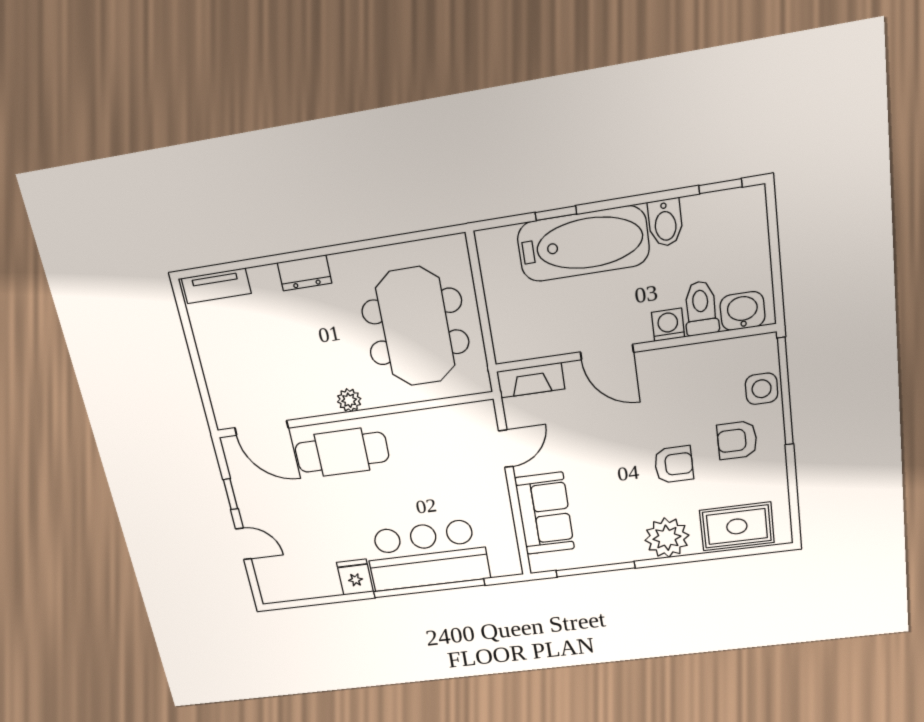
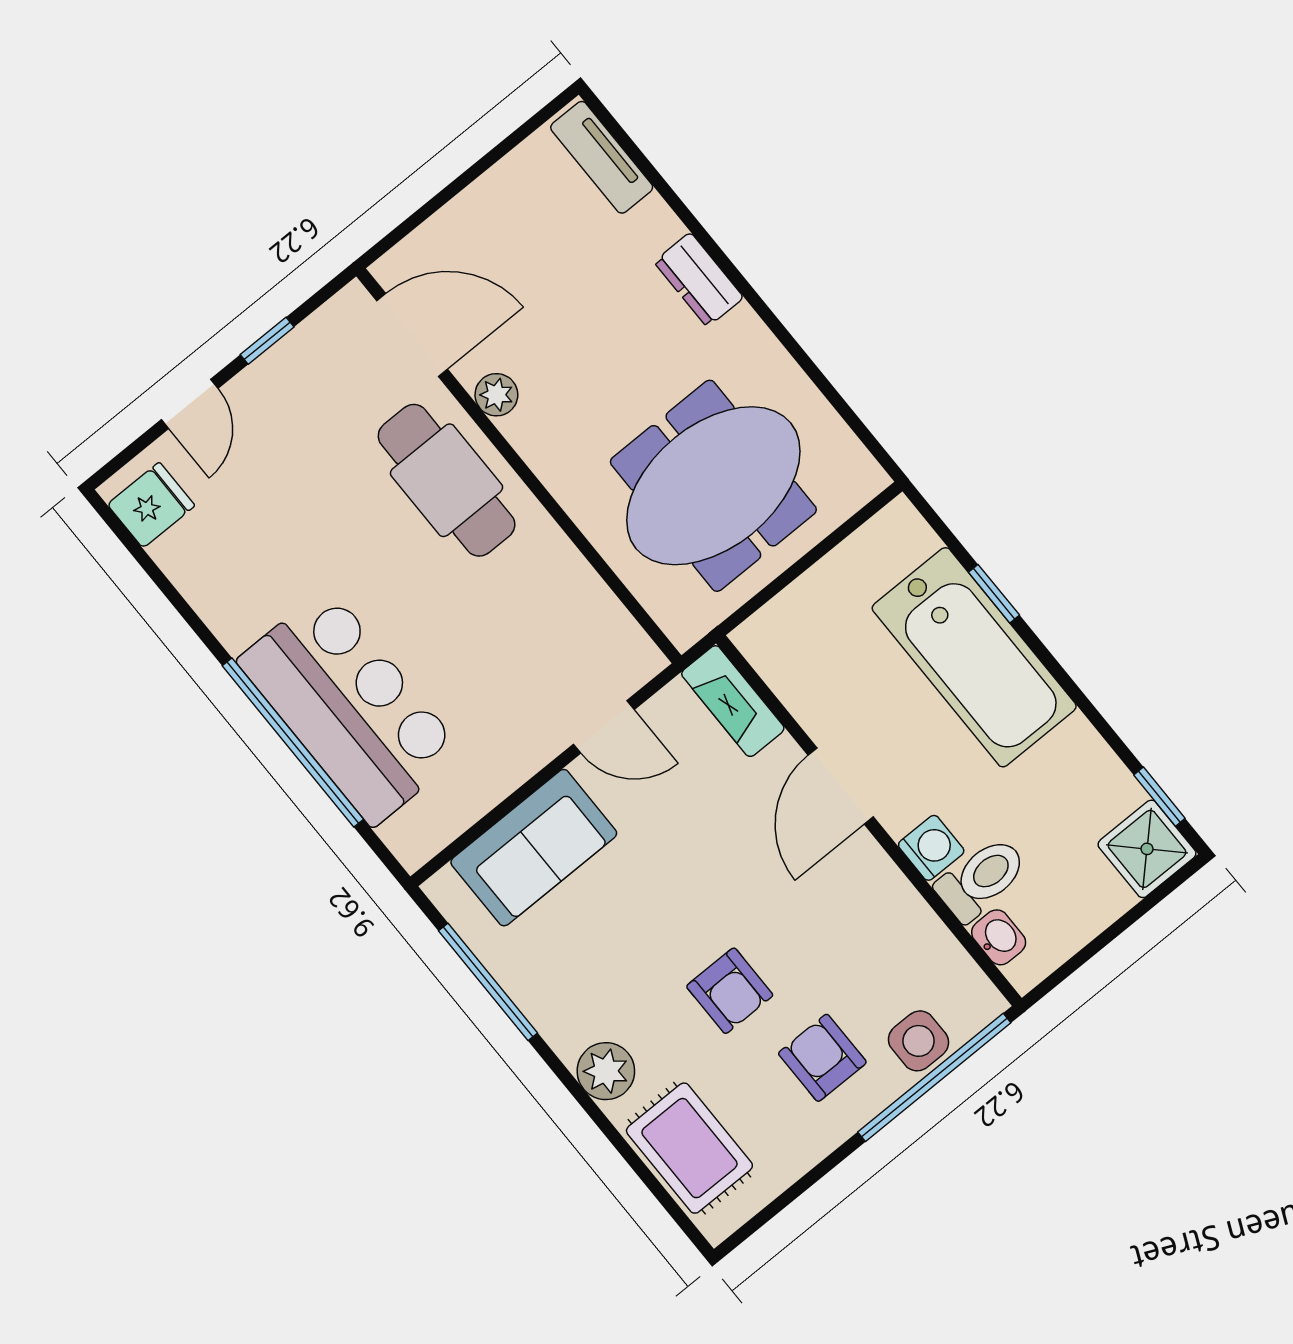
shower: (744, 210) -> (1147, 849), added
bidet: (665, 223) -> (1069, 753), removed
washbasin: (743, 311) -> (999, 937), width x0.72, depth x0.69
plant: (349, 400) -> (496, 395), moved
door: (261, 428) -> (412, 335), swing flipped
plant: (667, 538) -> (606, 1071), width x0.73, depth x0.73
fridge: (355, 577) -> (151, 505), moved

